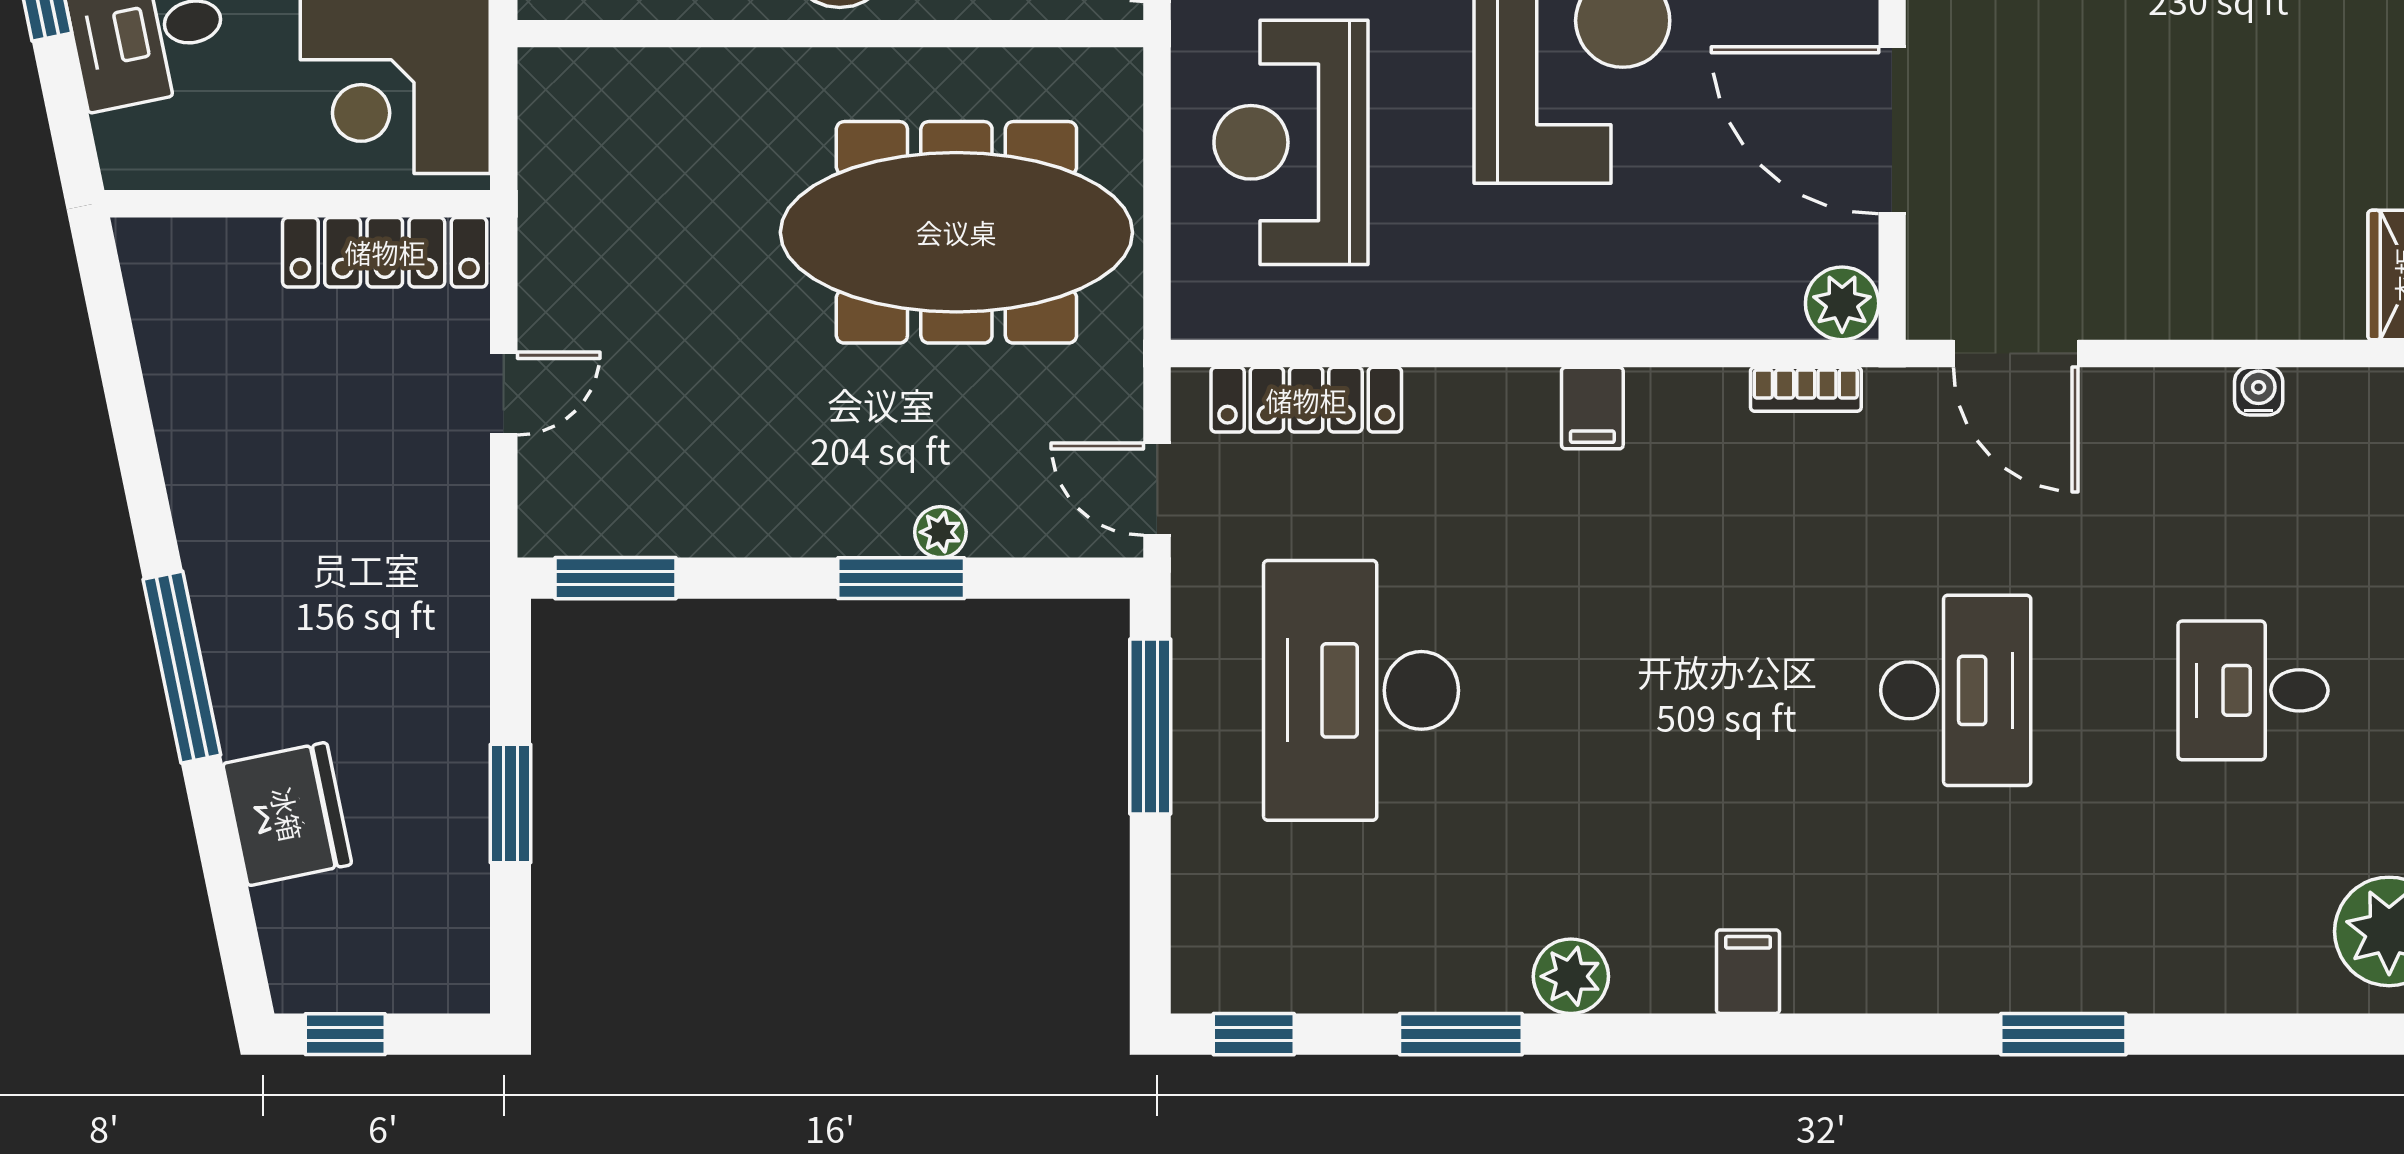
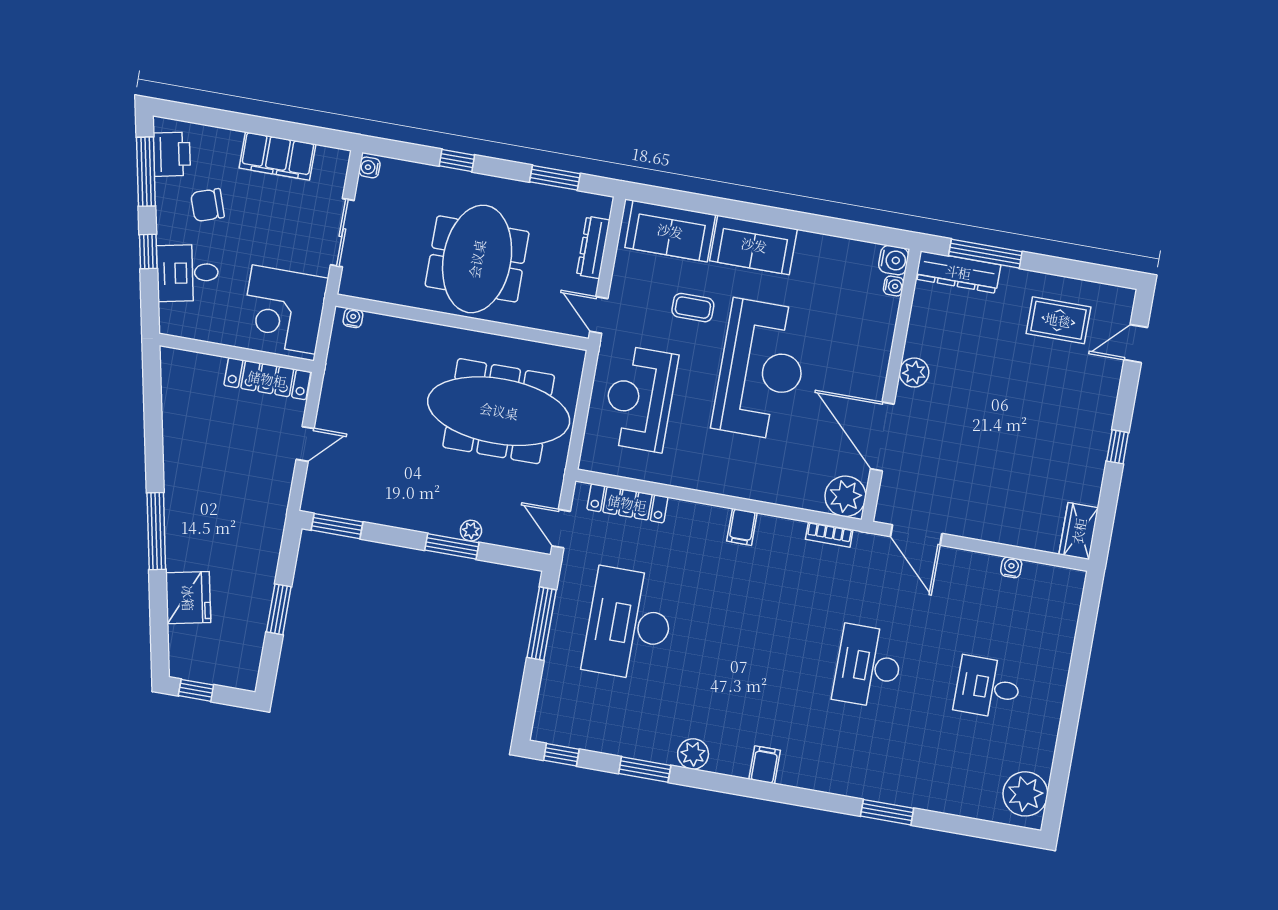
water cooler: (565, 70) -> (353, 318), added
plant: (1842, 303) -> (845, 496), width x1.36, depth x1.36
desk: (1956, 690) -> (868, 666), turned 180

